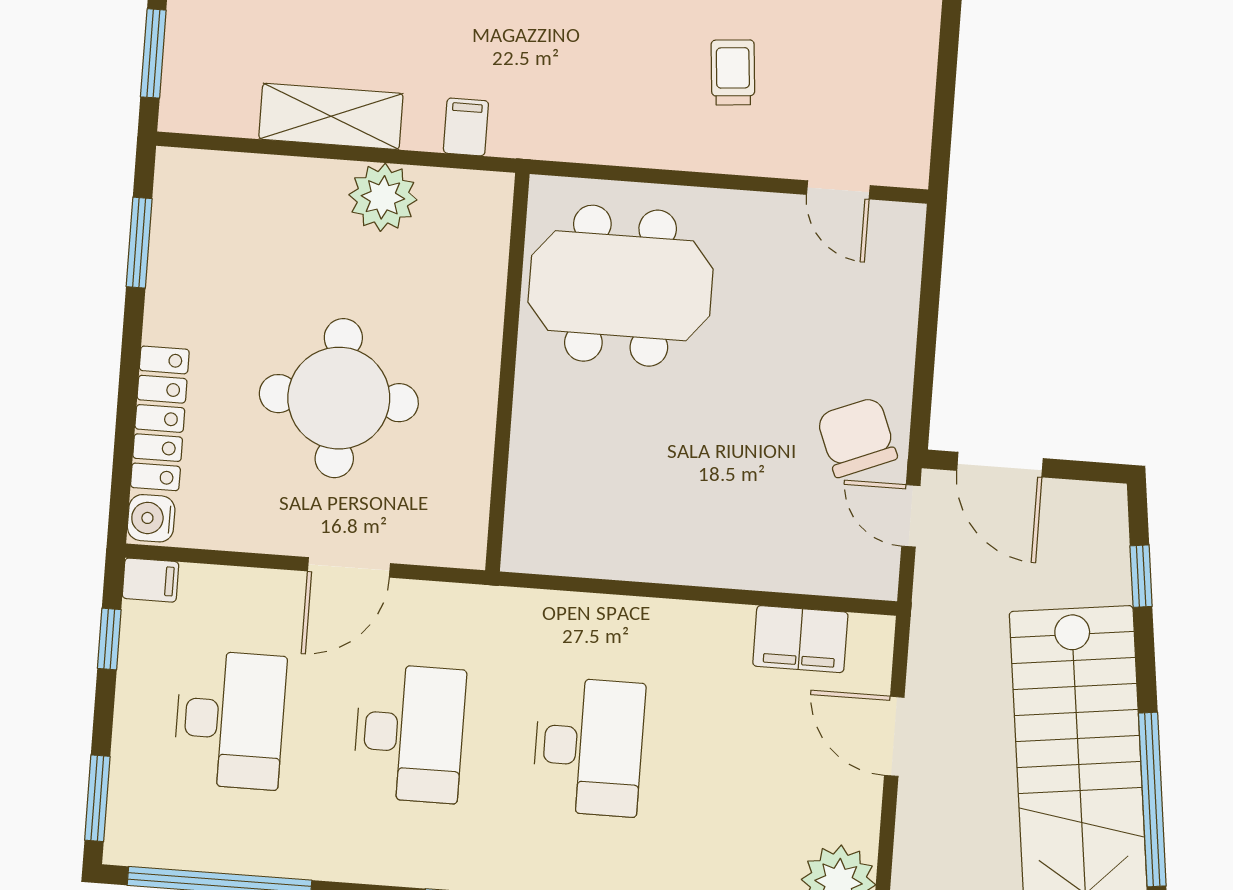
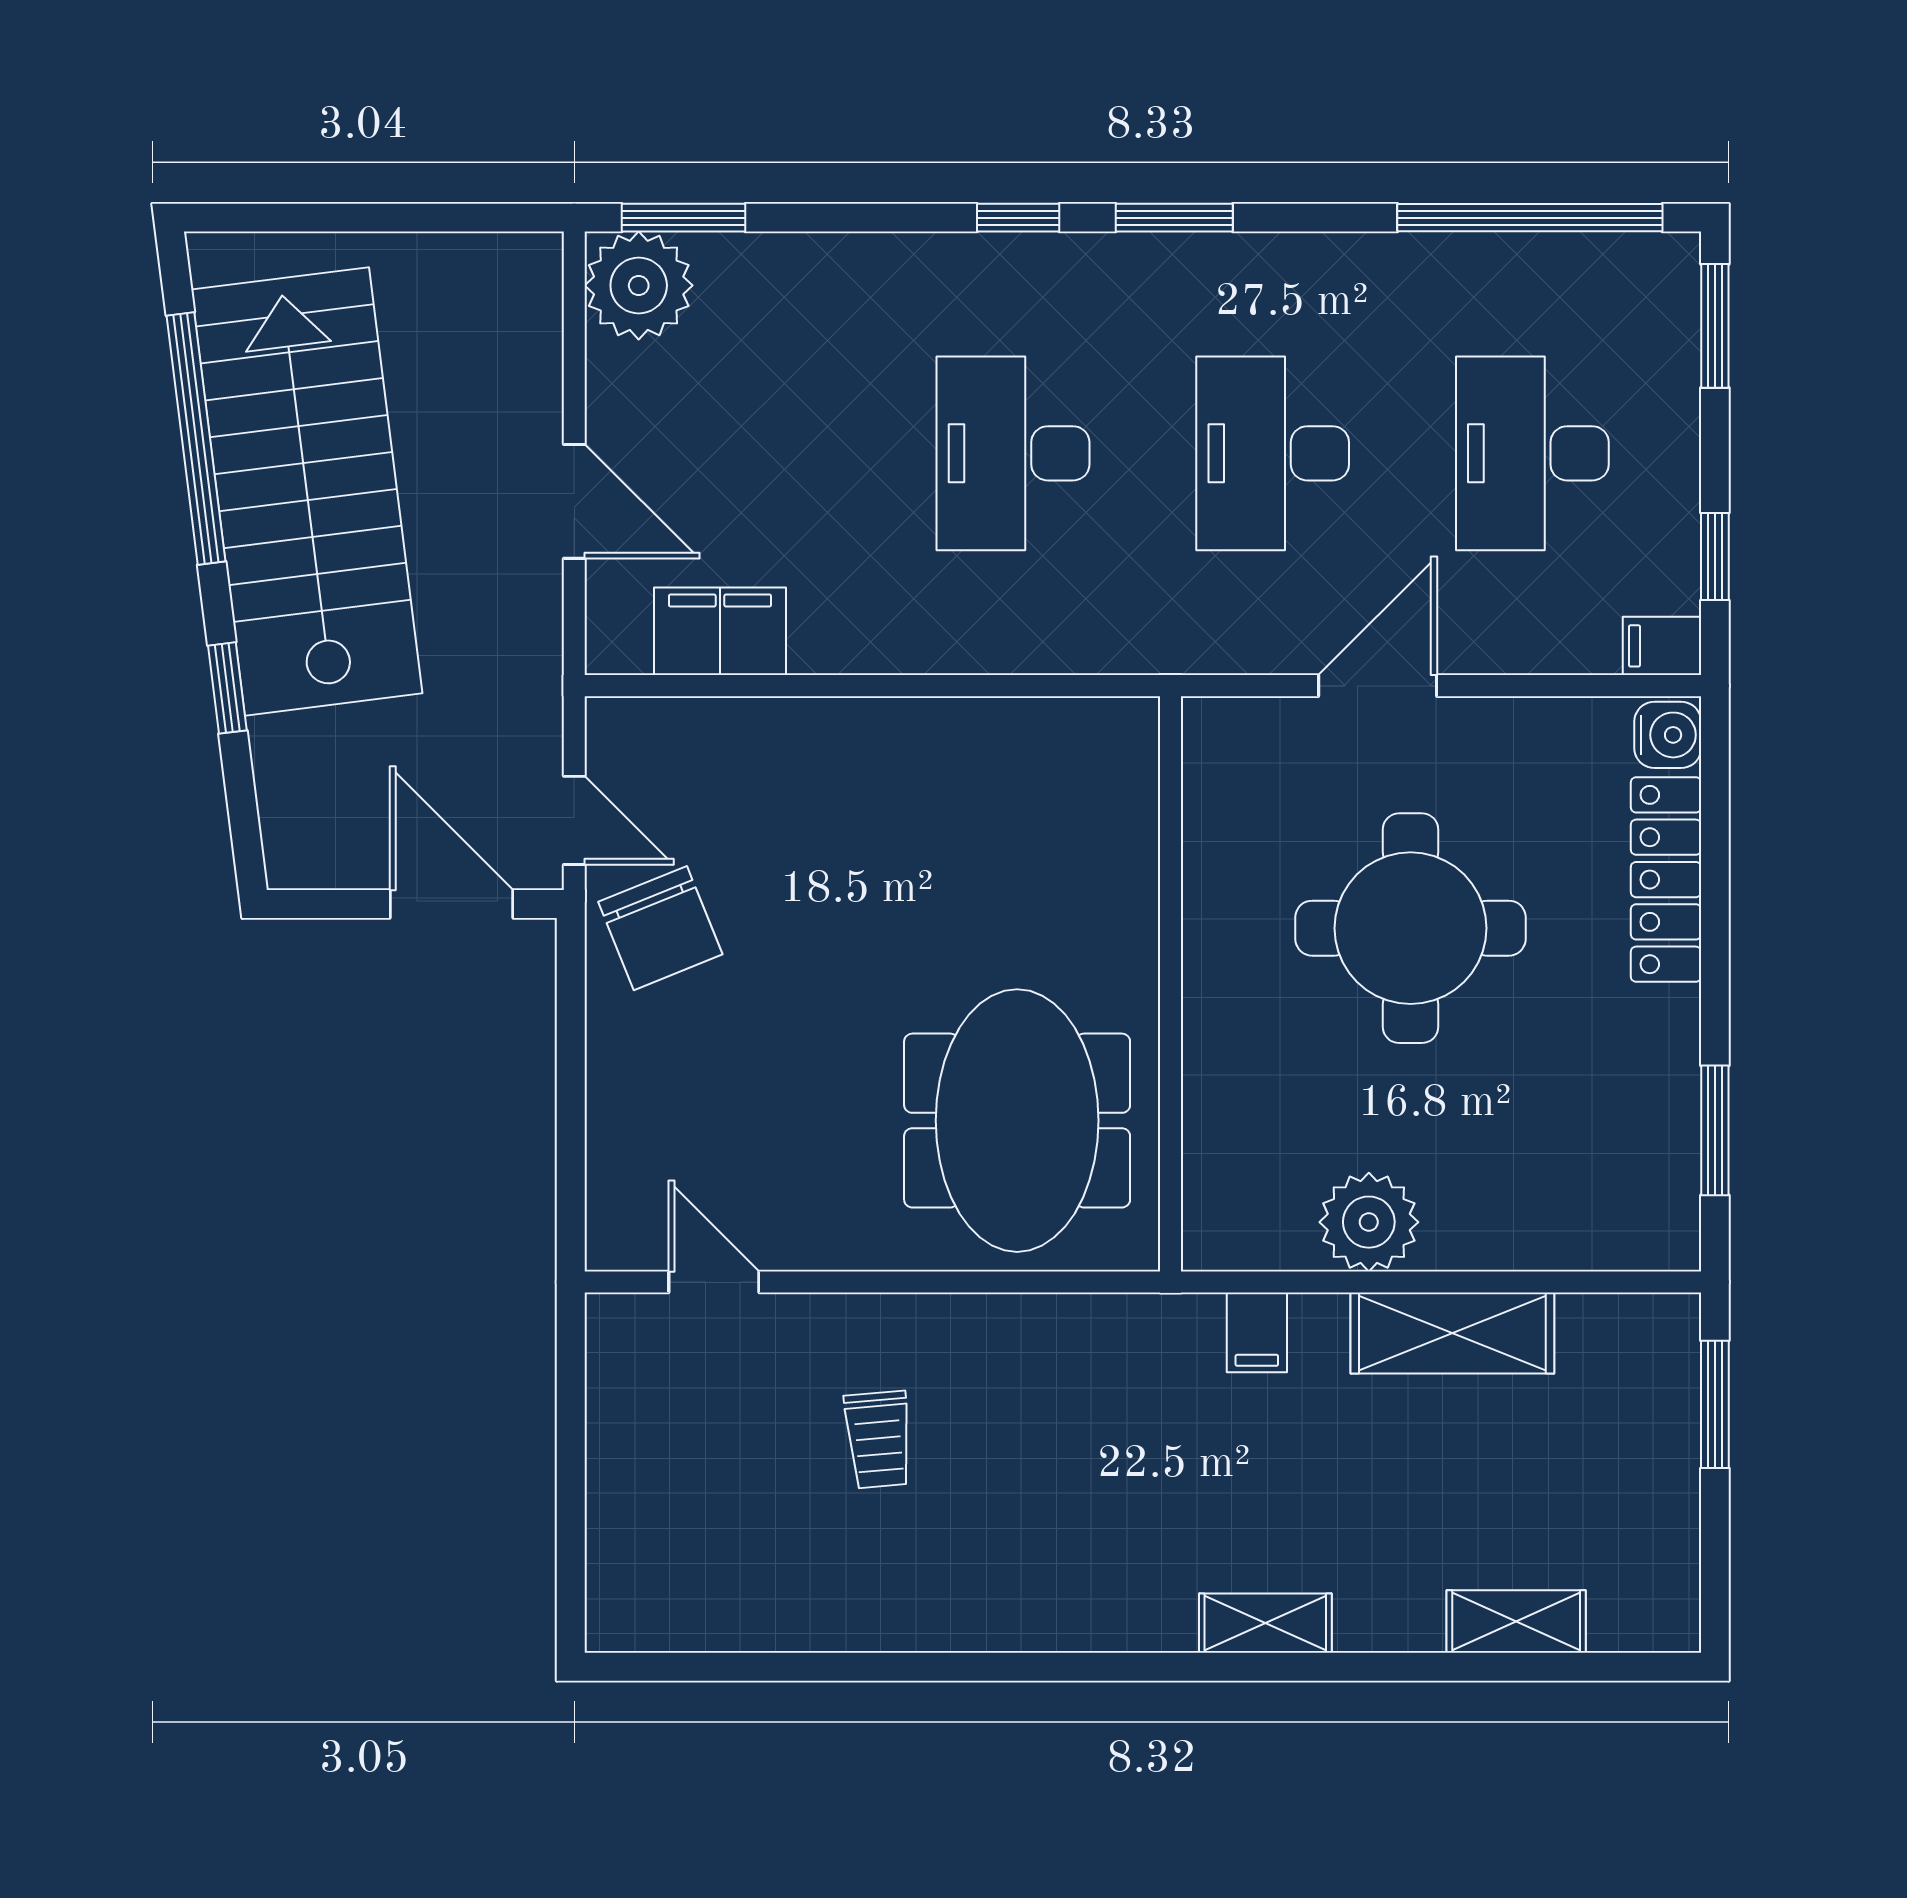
meeting table: (621, 286) -> (1017, 1121), turned 90
window: (1141, 576) -> (227, 688), moved

